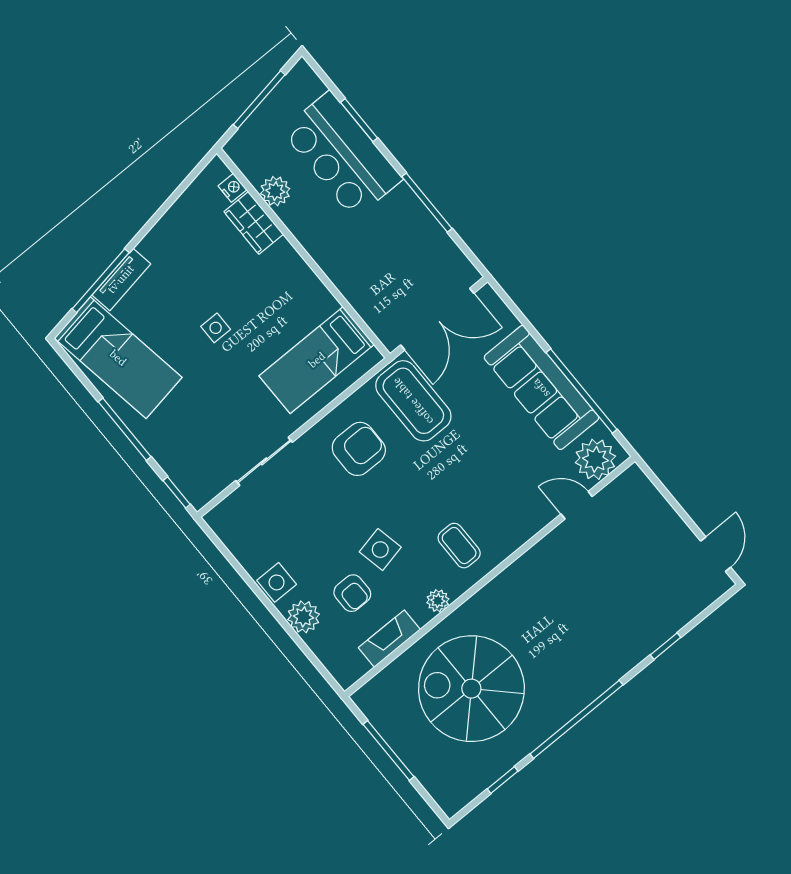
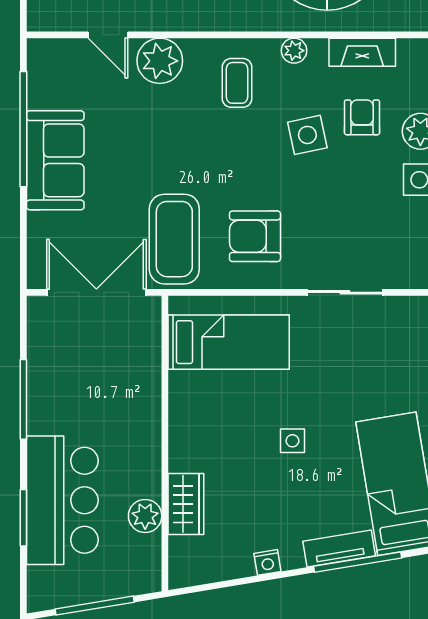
nightstand: (233, 188) -> (267, 562), moved, turned -99
sofa: (541, 388) -> (55, 160), width x0.73
plant: (595, 459) -> (160, 61), moved

